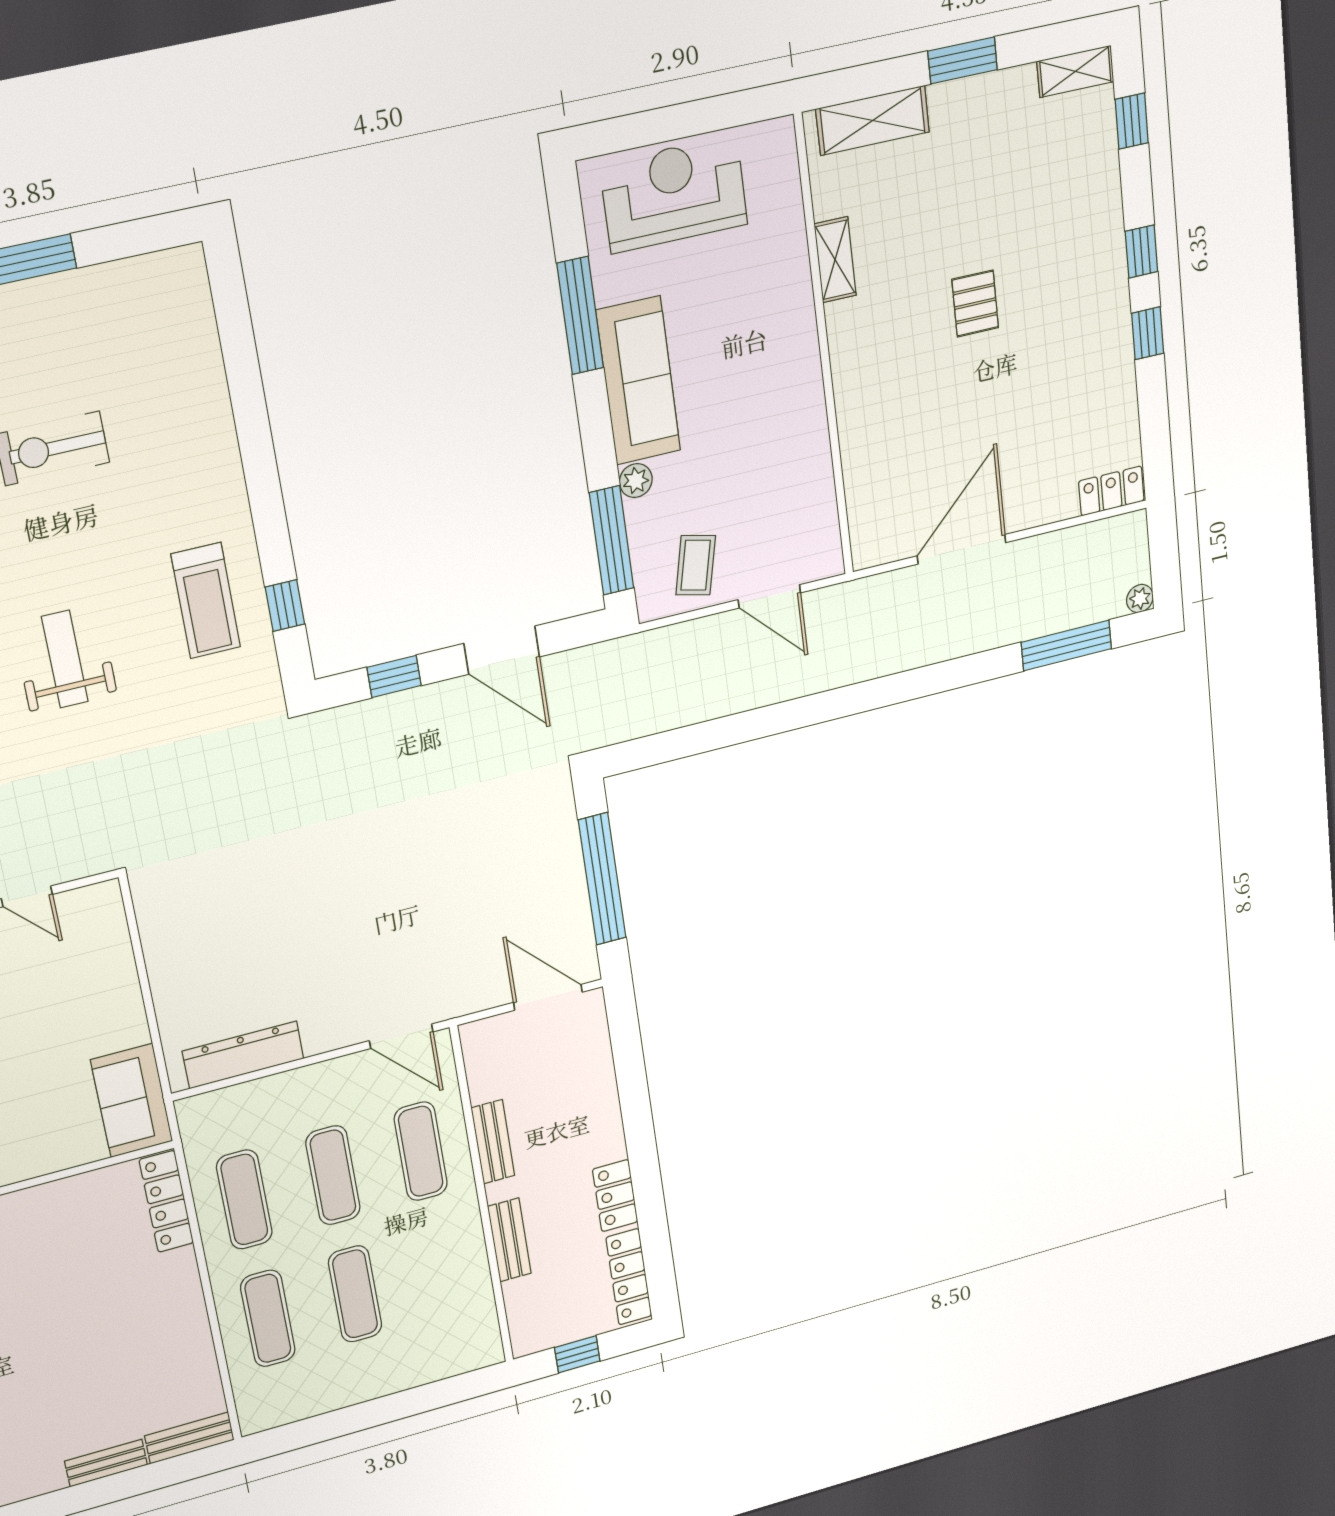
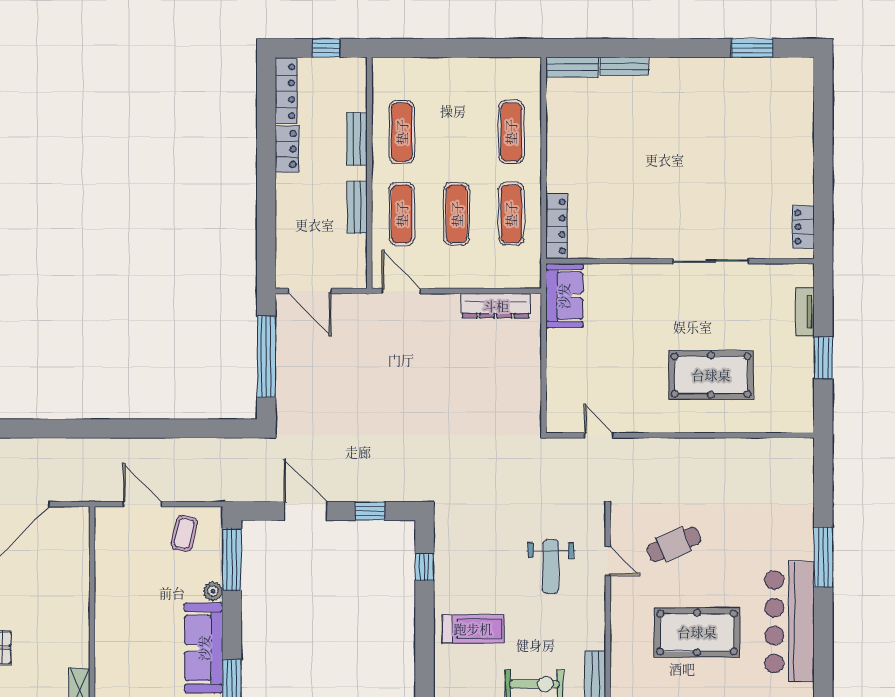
treadmill: (206, 601) -> (473, 629), moved, turned 90
exercise mat: (355, 1294) -> (402, 132), moved

